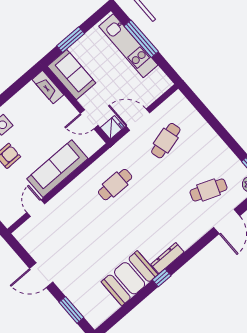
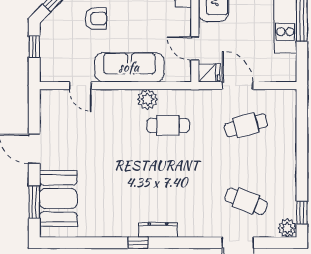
plant: (87, 179) -> (147, 99), added
door: (36, 208) -> (80, 86), swing flipped
booth: (130, 278) -> (58, 198), moved, turned 90

